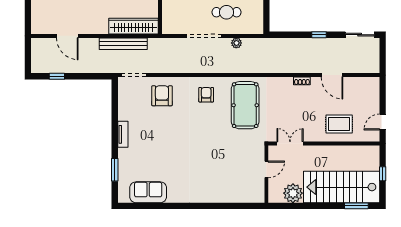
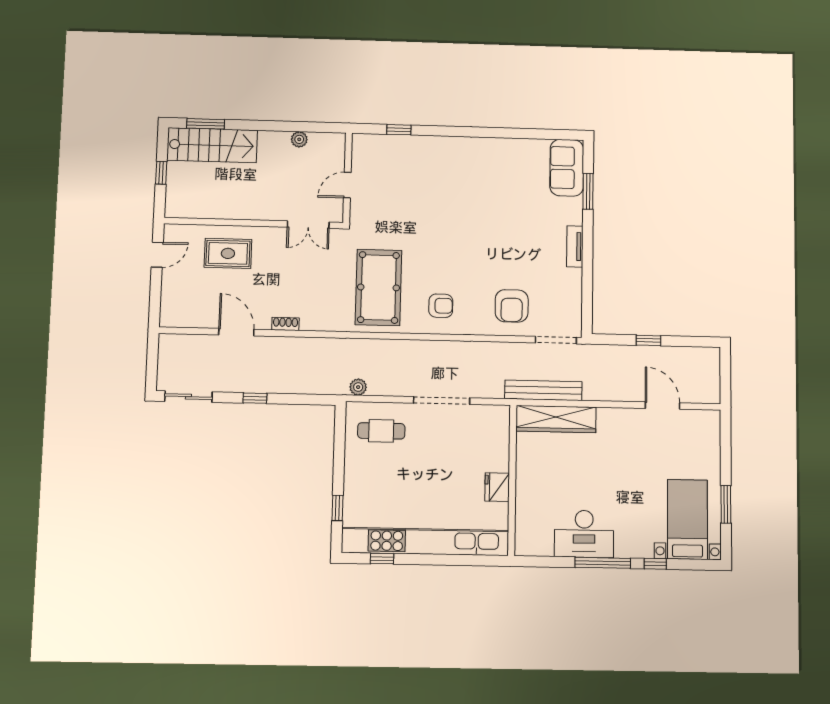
cafe table: (227, 12) -> (381, 431), moved
plant: (236, 43) -> (358, 387), moved
bench: (123, 44) -> (543, 390), moved
window: (57, 76) -> (649, 340), moved
armchair: (206, 95) -> (441, 306), turned -90
stairs: (342, 187) -> (212, 145), width x0.73, depth x0.66
sofa: (148, 192) -> (567, 168), moved, turned 90
plant: (293, 193) -> (299, 139), width x0.53, depth x0.53
window: (235, 206) -> (399, 130), added

